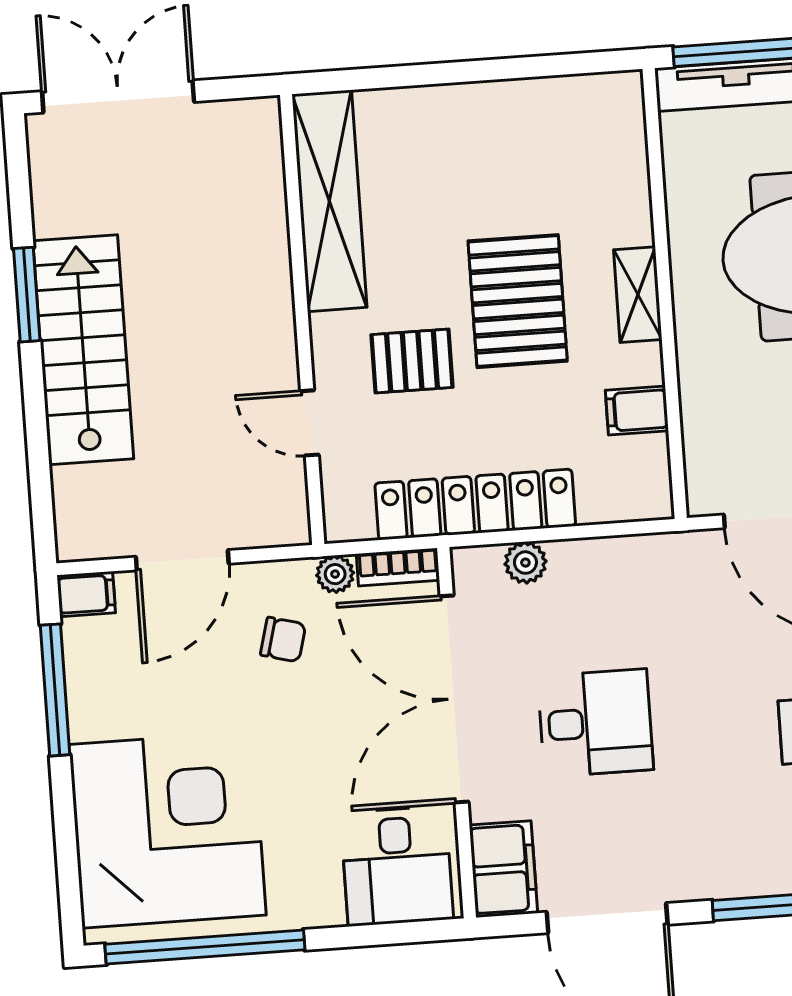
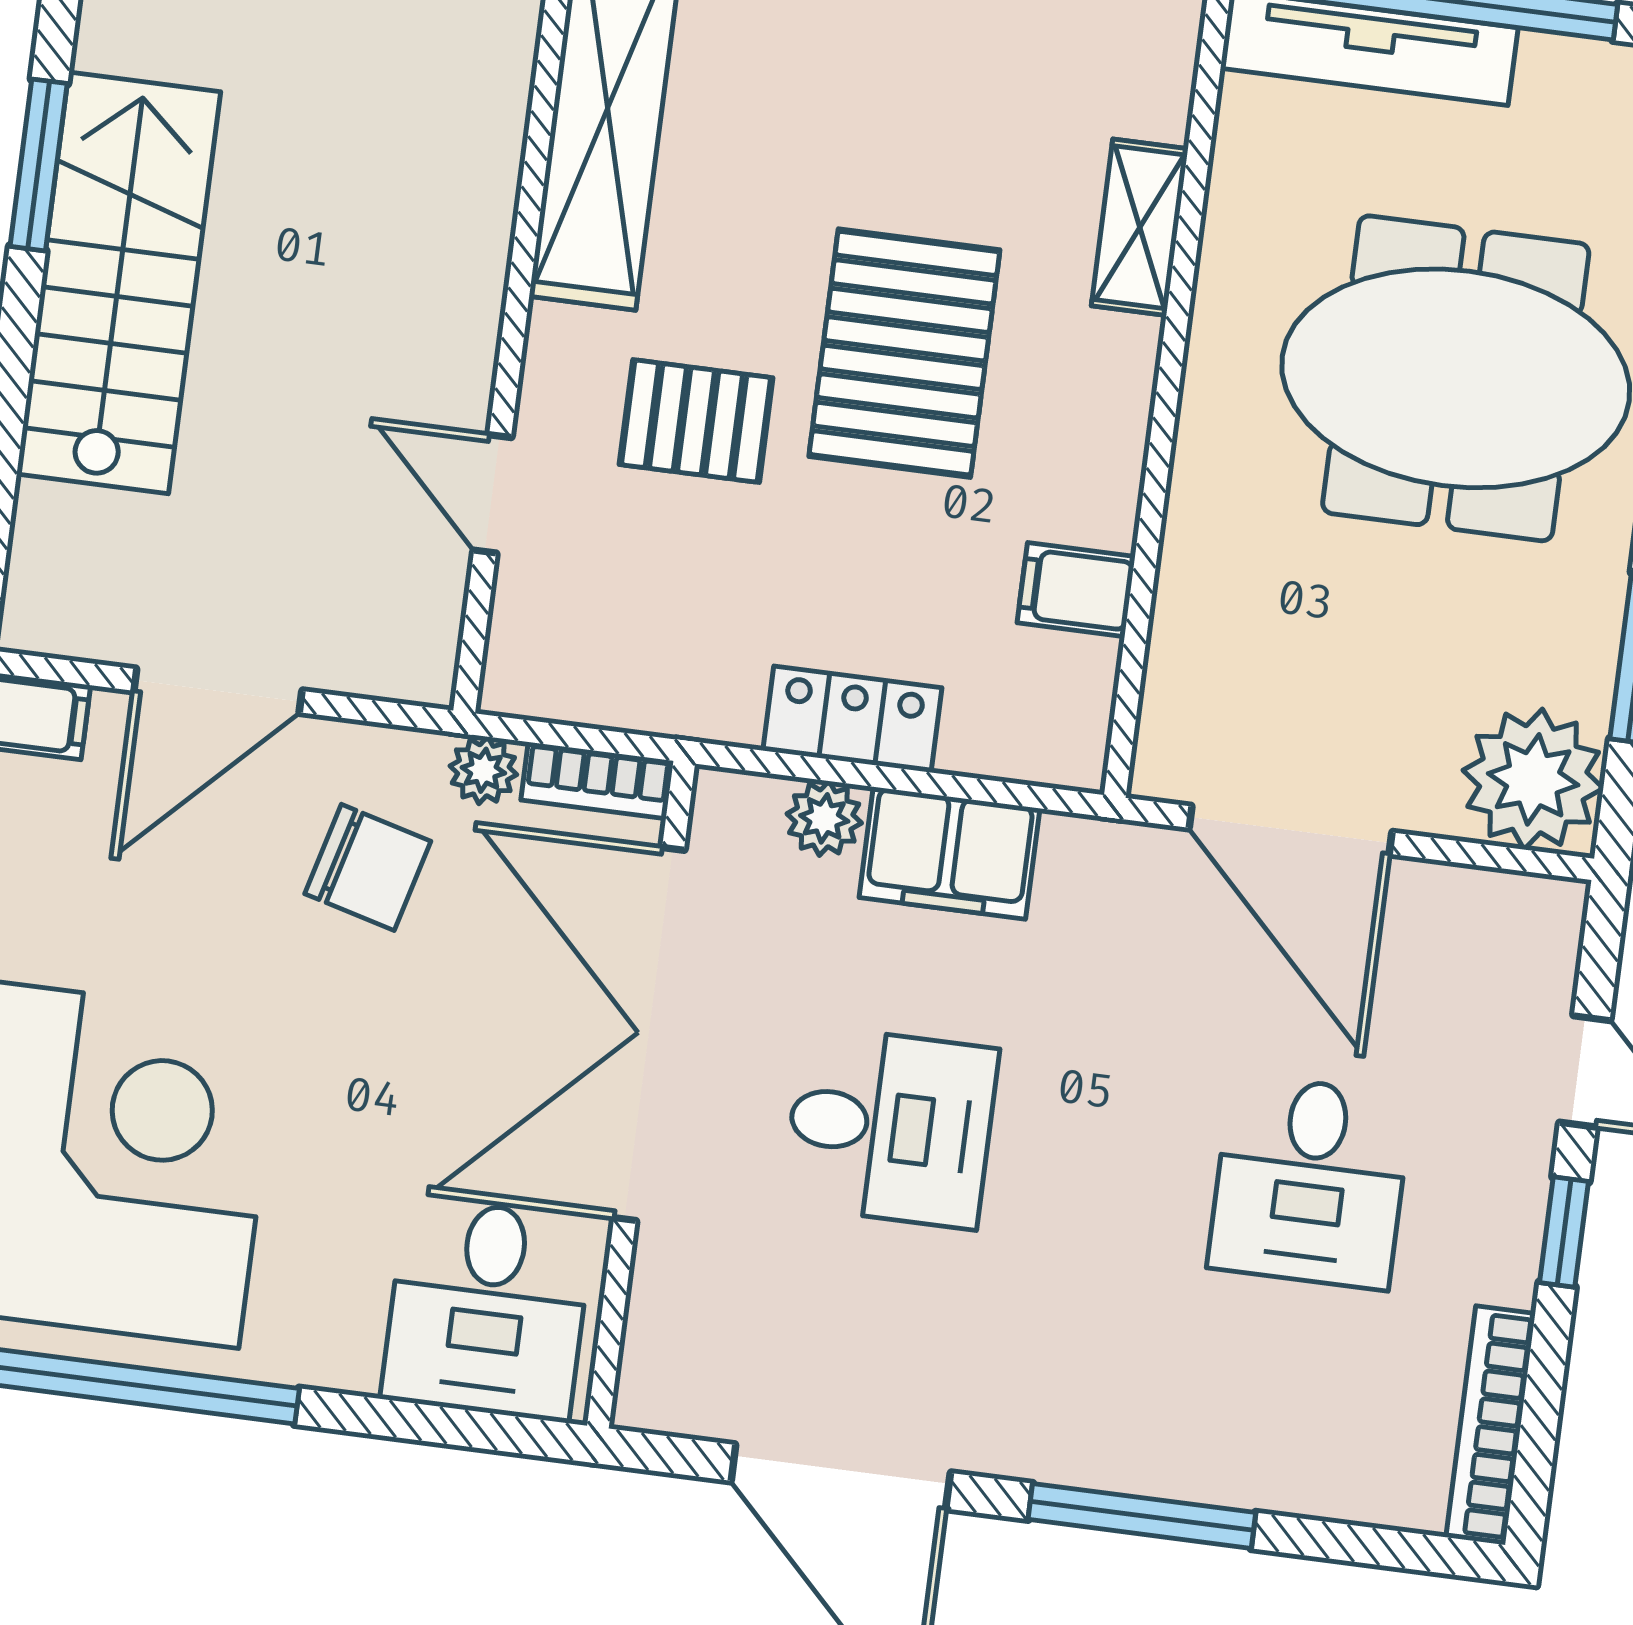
shelving: (638, 295) -> (1140, 227), moved
locker: (475, 505) -> (852, 719), width x0.46, depth x0.83
chair: (283, 640) -> (368, 867), width x1.37, depth x1.37
filing cabinet: (503, 869) -> (949, 853), moved, turned 90

